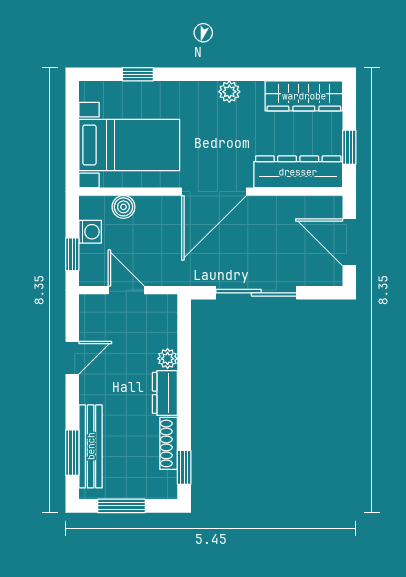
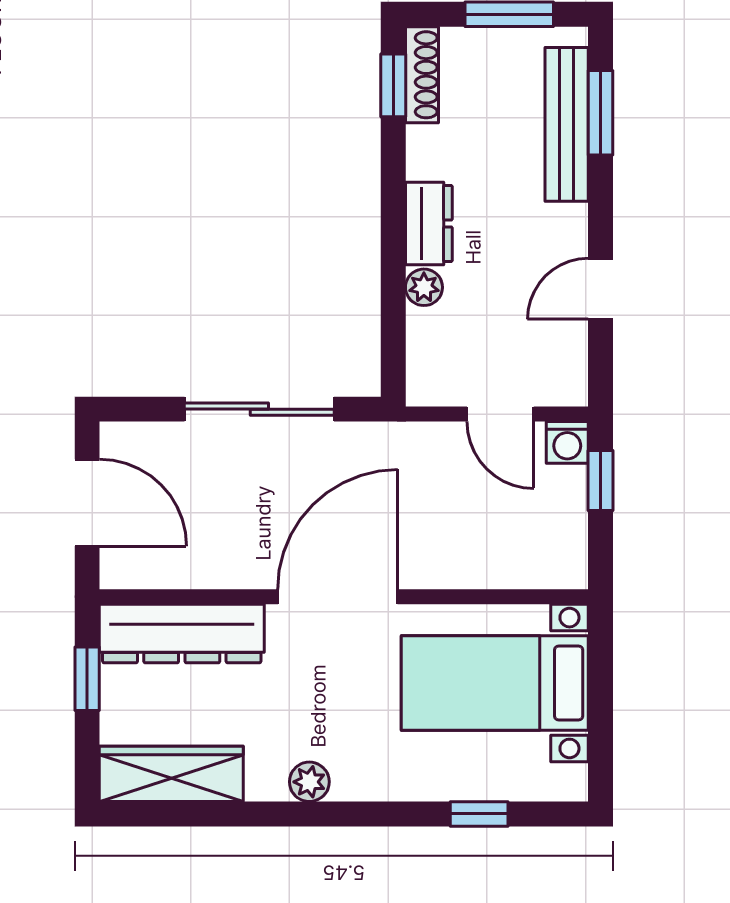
boiler: (123, 207) -> (506, 568), removed
washing machine: (90, 232) -> (567, 442), moved, turned -90
shoe rack: (169, 443) -> (422, 75), moved

